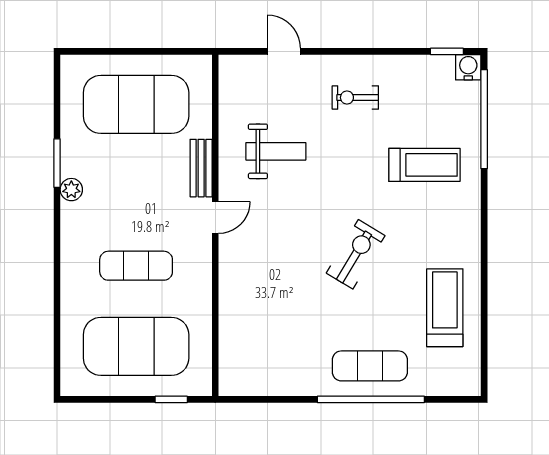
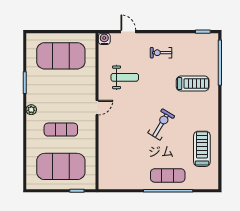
water cooler: (468, 67) -> (104, 39), moved
bench: (201, 168) -> (91, 85), removed
plant: (71, 190) -> (31, 110), moved

